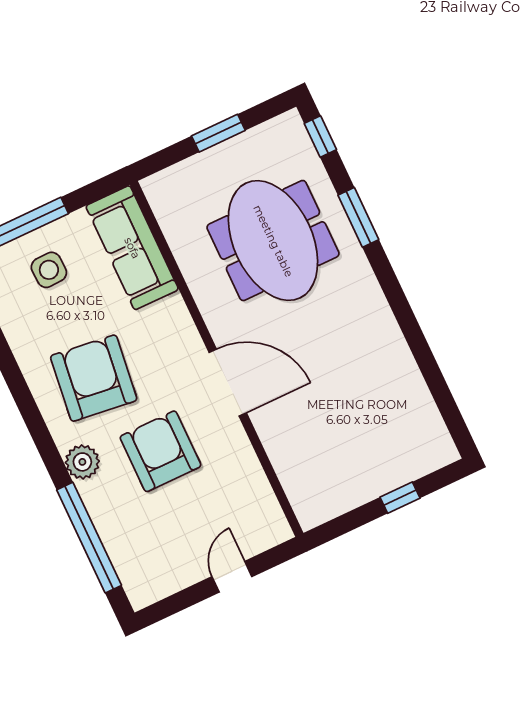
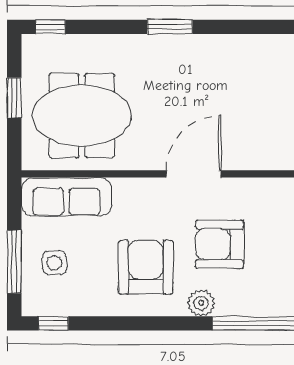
window: (358, 217) -> (170, 27), moved
meeting table: (273, 241) -> (82, 116), moved
armchair: (94, 378) -> (146, 267), turned 83

